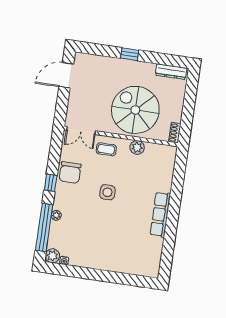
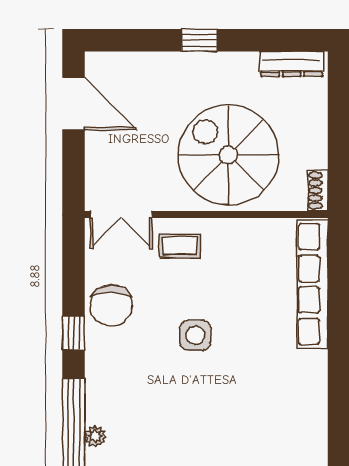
door: (66, 75) -> (74, 104), swing flipped
plant: (137, 147) -> (244, 233), removed
plant: (56, 215) -> (95, 436), moved
row of seats: (160, 215) -> (313, 284), moved, width x1.36

